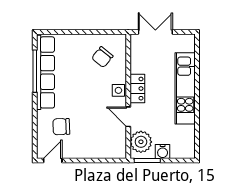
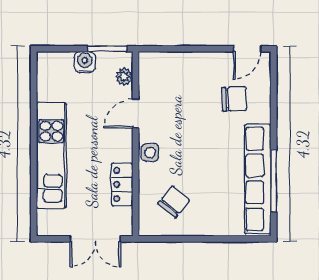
locker: (137, 89) -> (122, 184), moved
door: (128, 117) -> (136, 113), swing flipped
plant: (141, 142) -> (124, 76), width x0.53, depth x0.53

